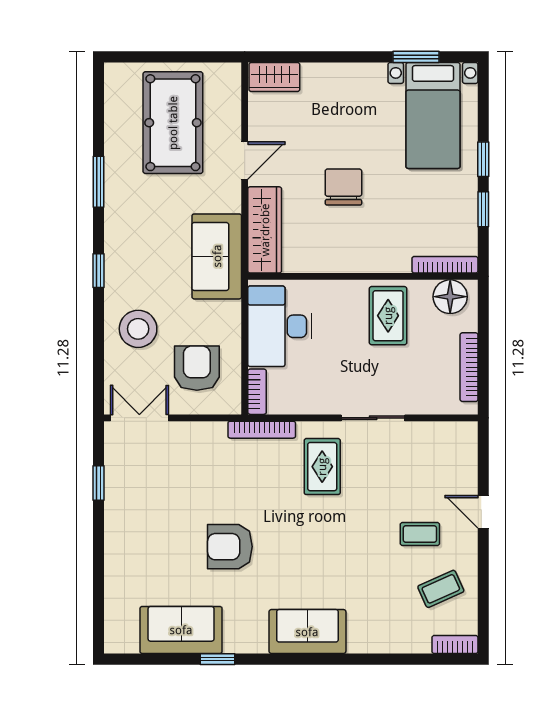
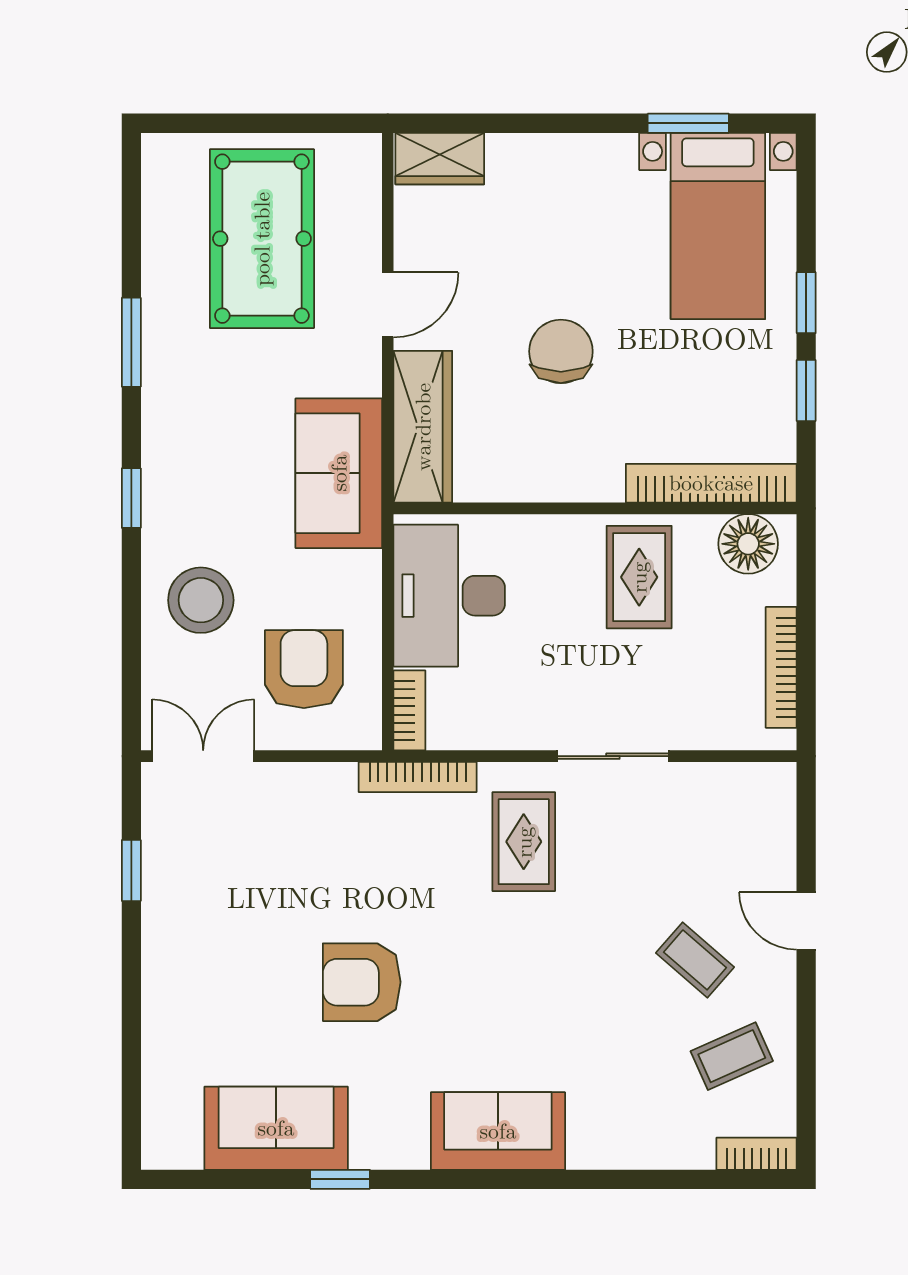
bookcase: (445, 265) -> (711, 483), width x1.48, depth x1.31
coffee table: (420, 534) -> (695, 960), turned 41

